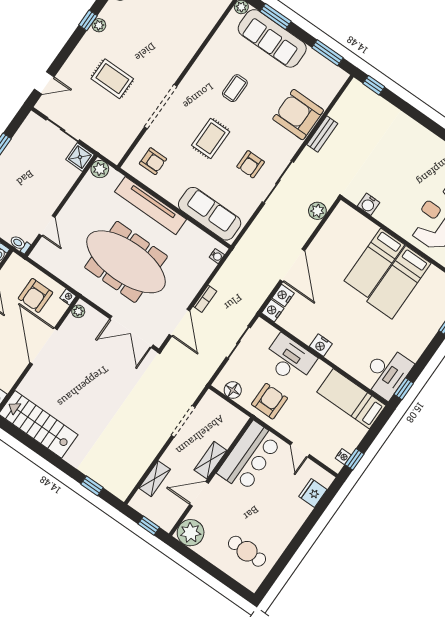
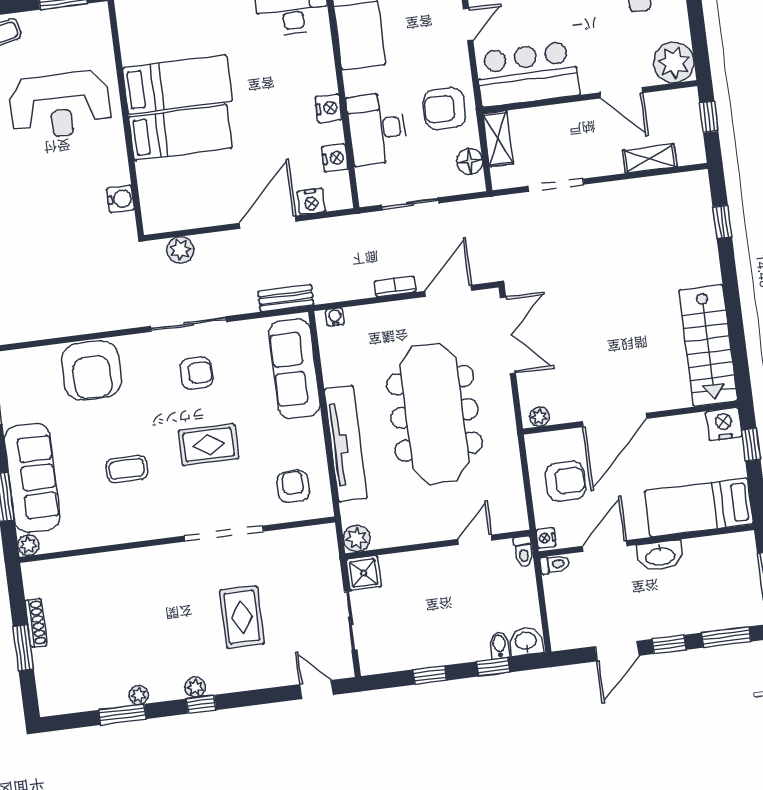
bench: (322, 134) -> (286, 298), moved
nightstand: (68, 297) -> (546, 538), moved
nightstand: (273, 311) -> (335, 158), moved, turned -90
shelving: (211, 460) -> (498, 139), moved, turned 90

